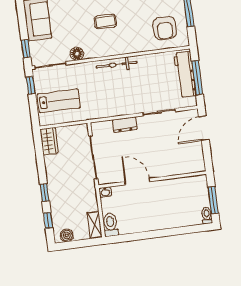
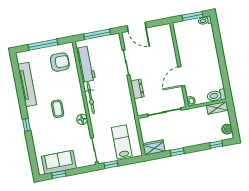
window: (26, 49) -> (59, 174), moved
floor lamp: (77, 54) -> (82, 119), moved
workbench: (185, 74) -> (86, 64), moved, turned -90
window: (45, 193) -> (177, 152), moved

